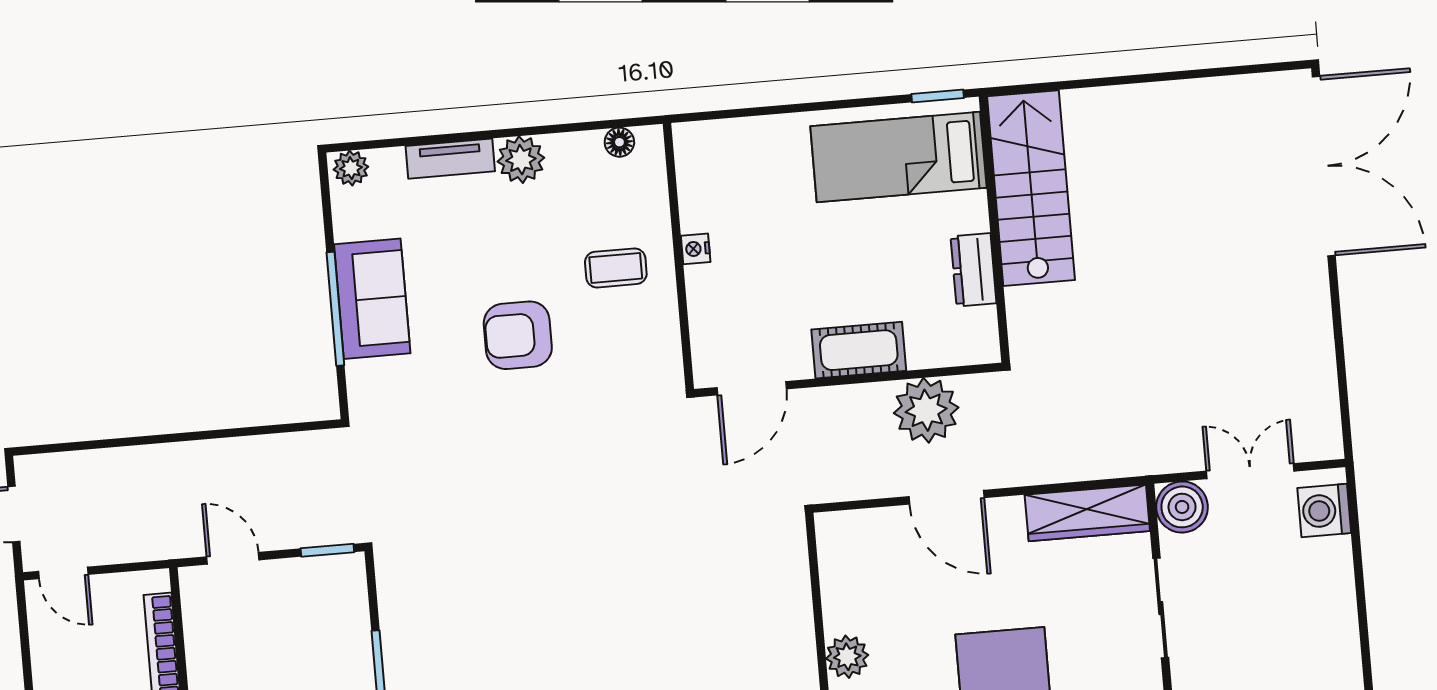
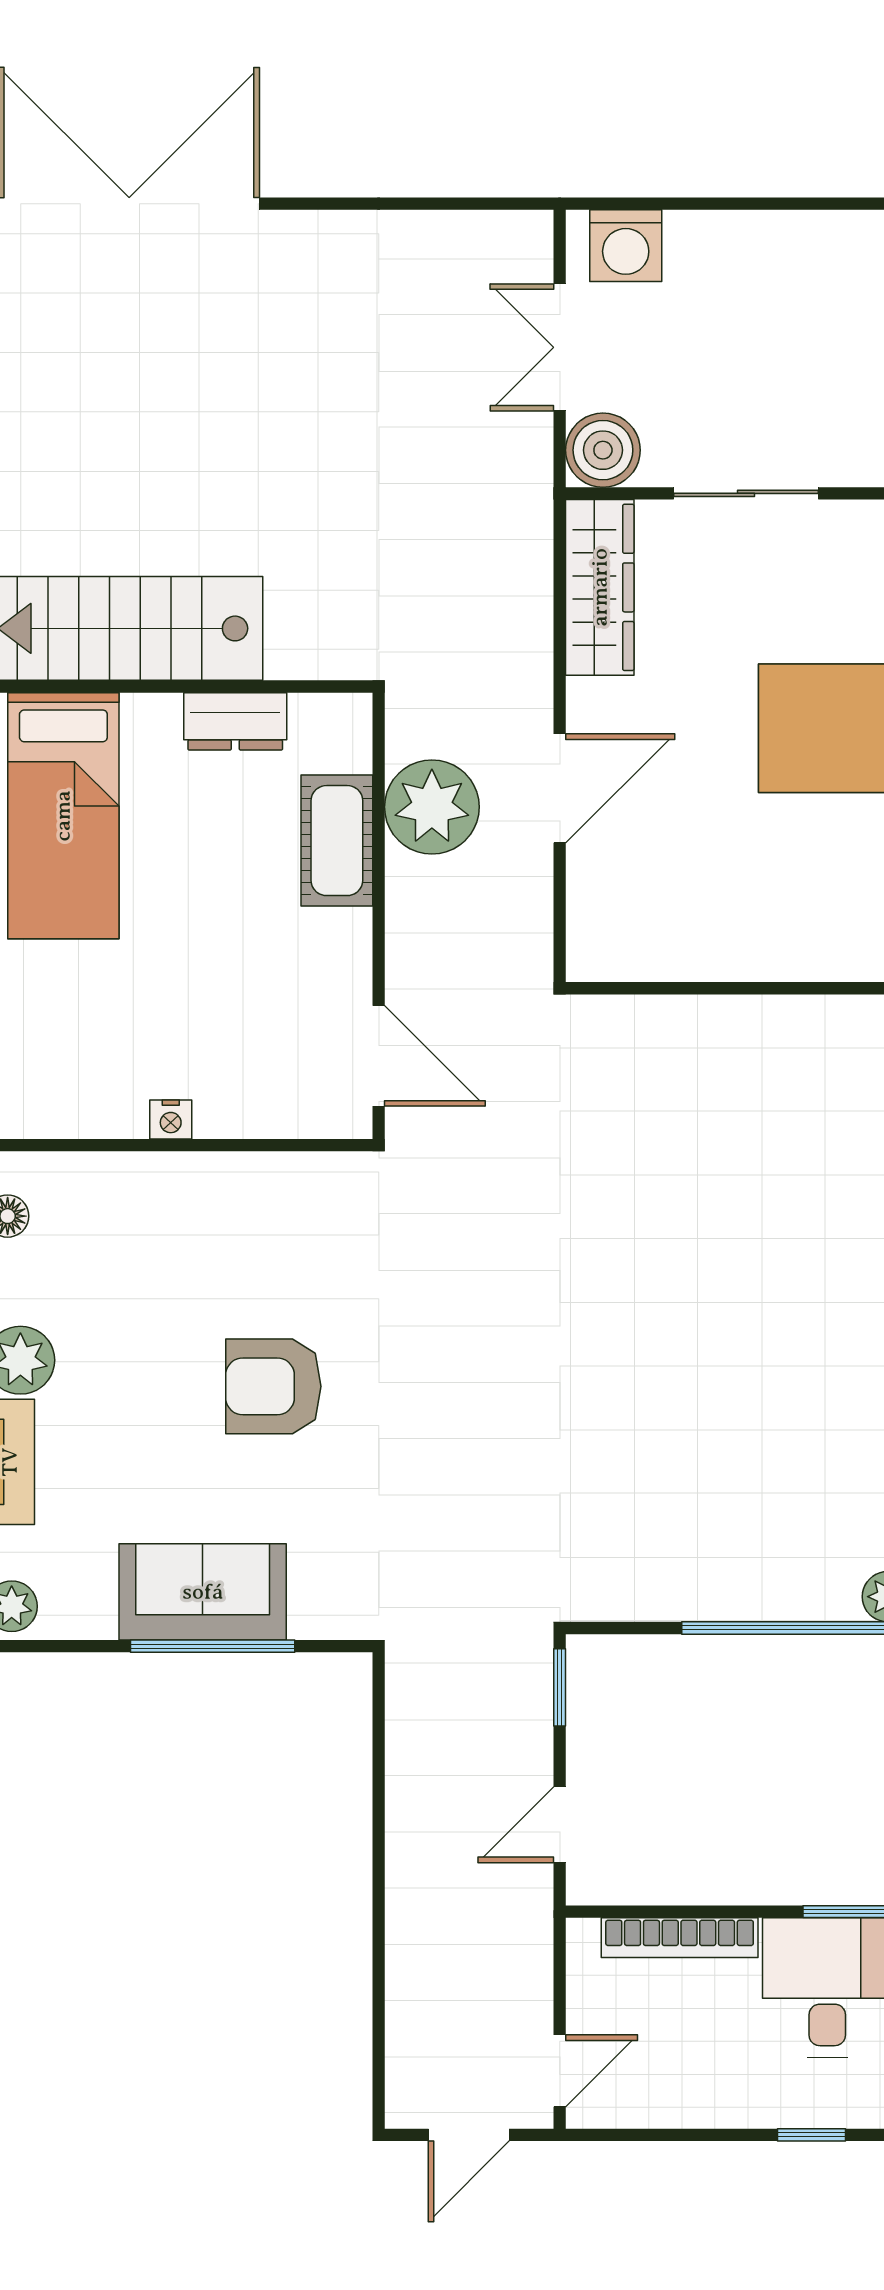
coffee table: (616, 268) -> (188, 1237), removed
armchair: (518, 335) -> (273, 1386), turned 90
cot: (859, 350) -> (337, 841), moved
plant: (847, 657) -> (777, 951), removed

